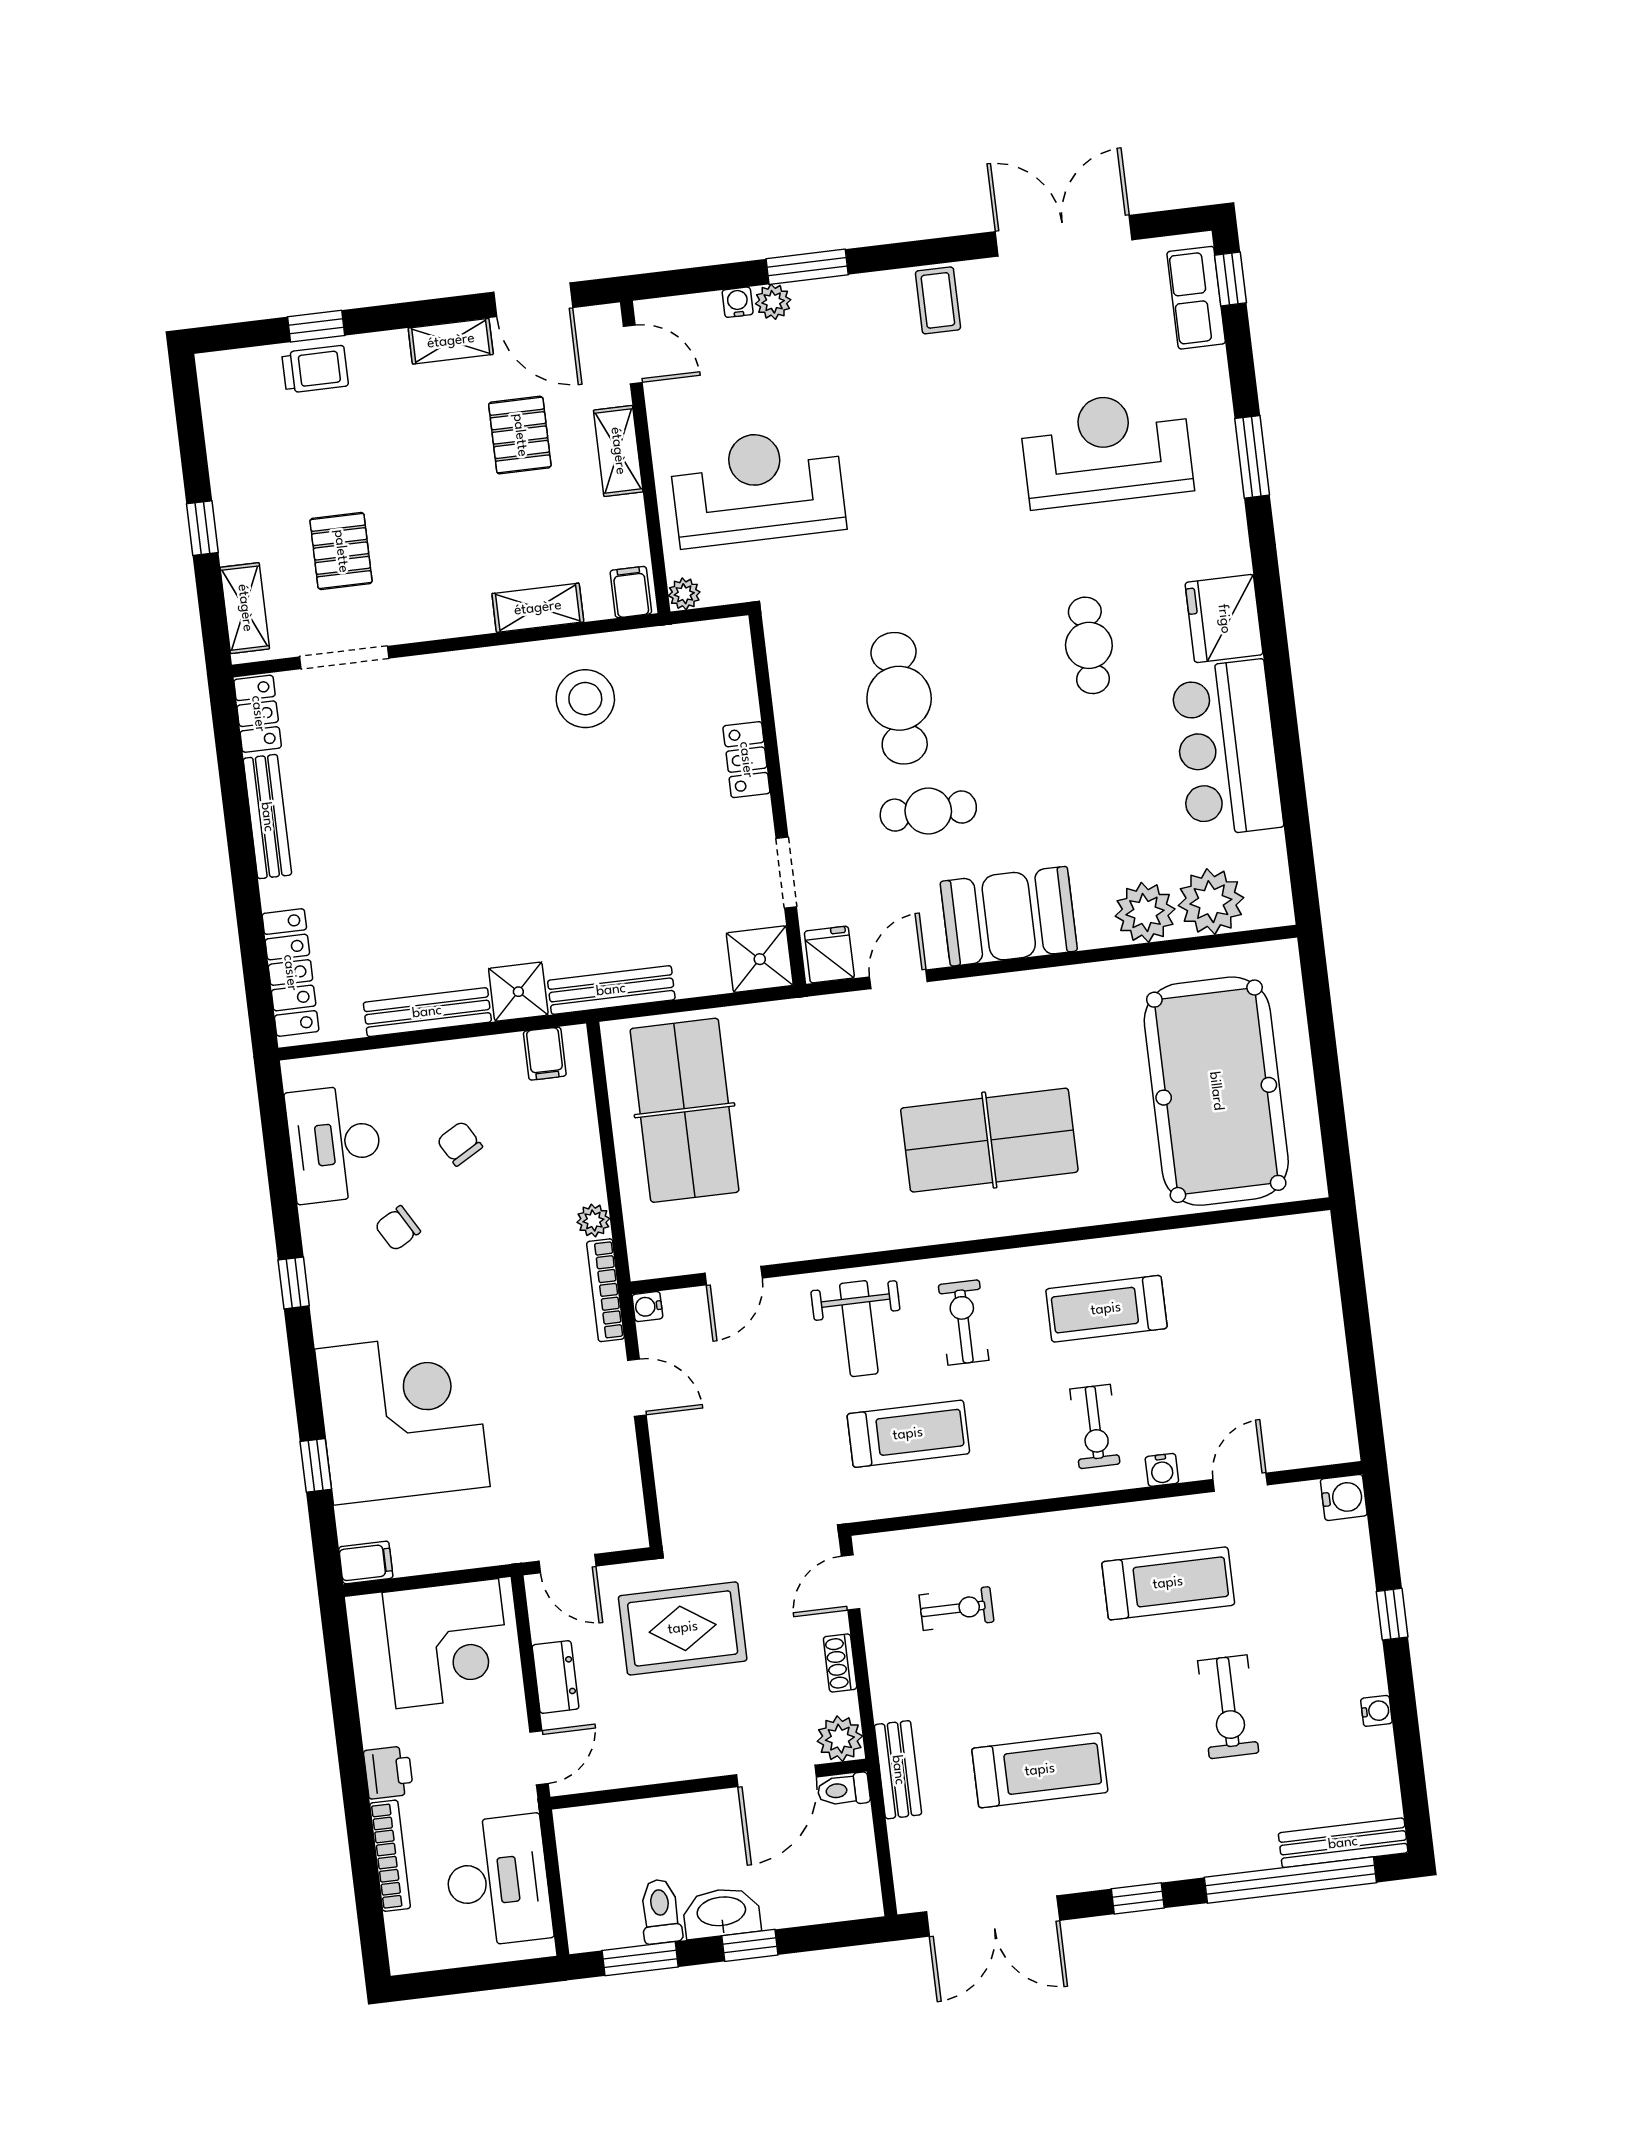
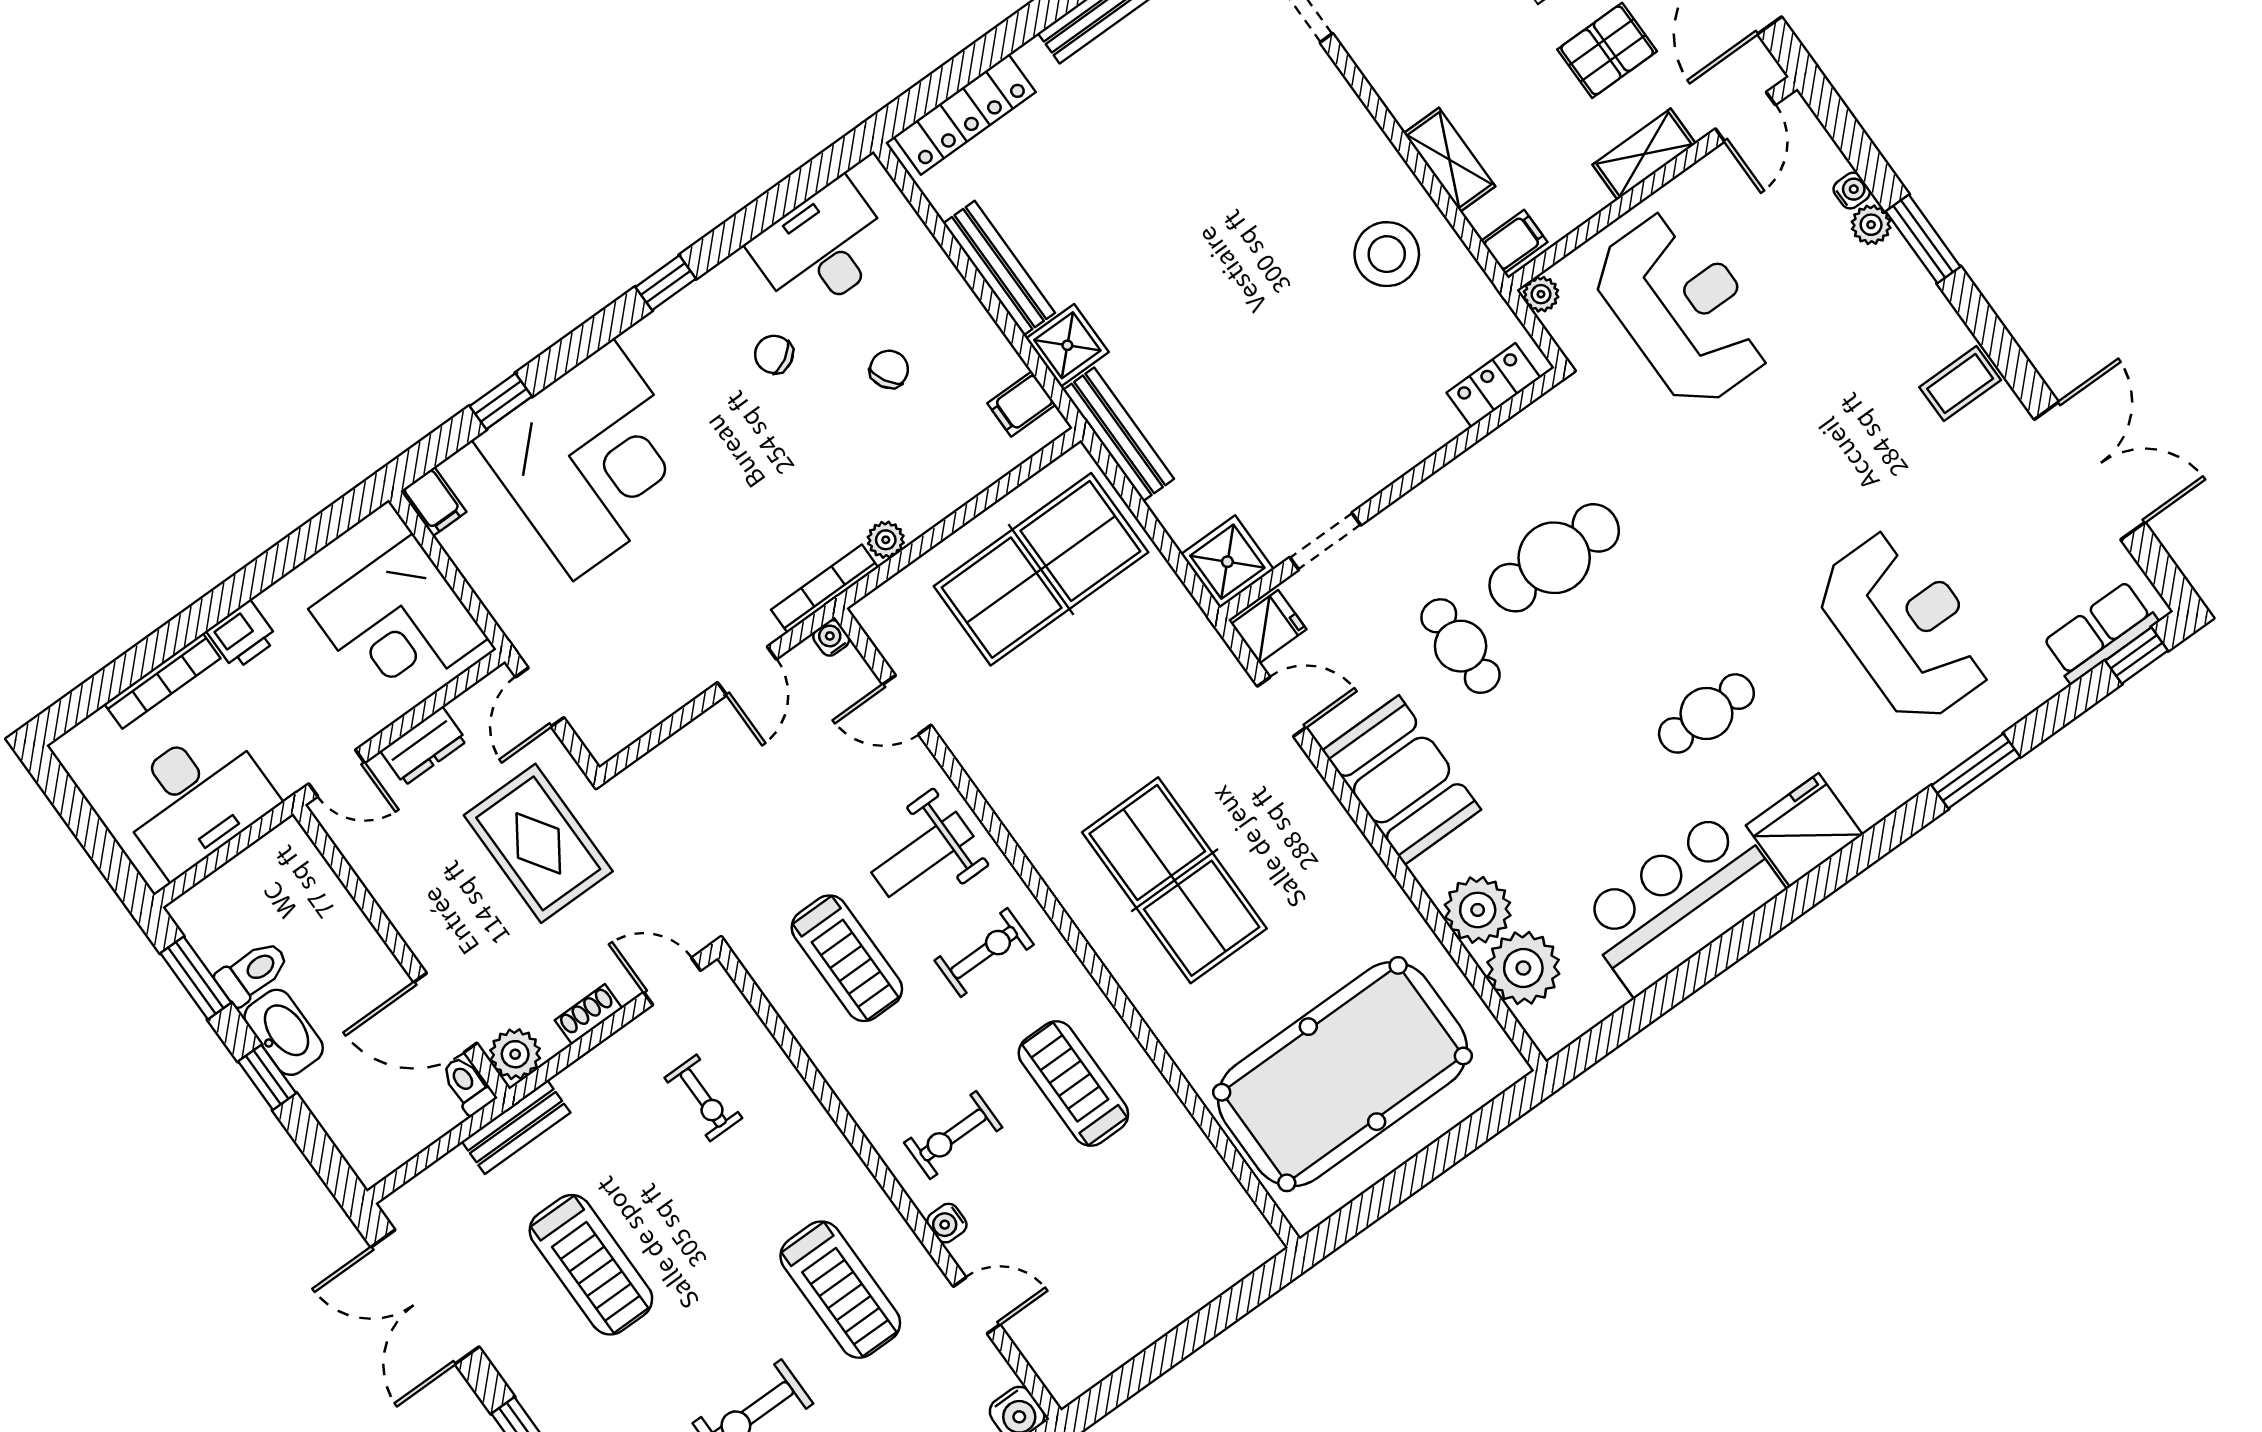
locker: (746, 760) -> (1494, 385), moved

